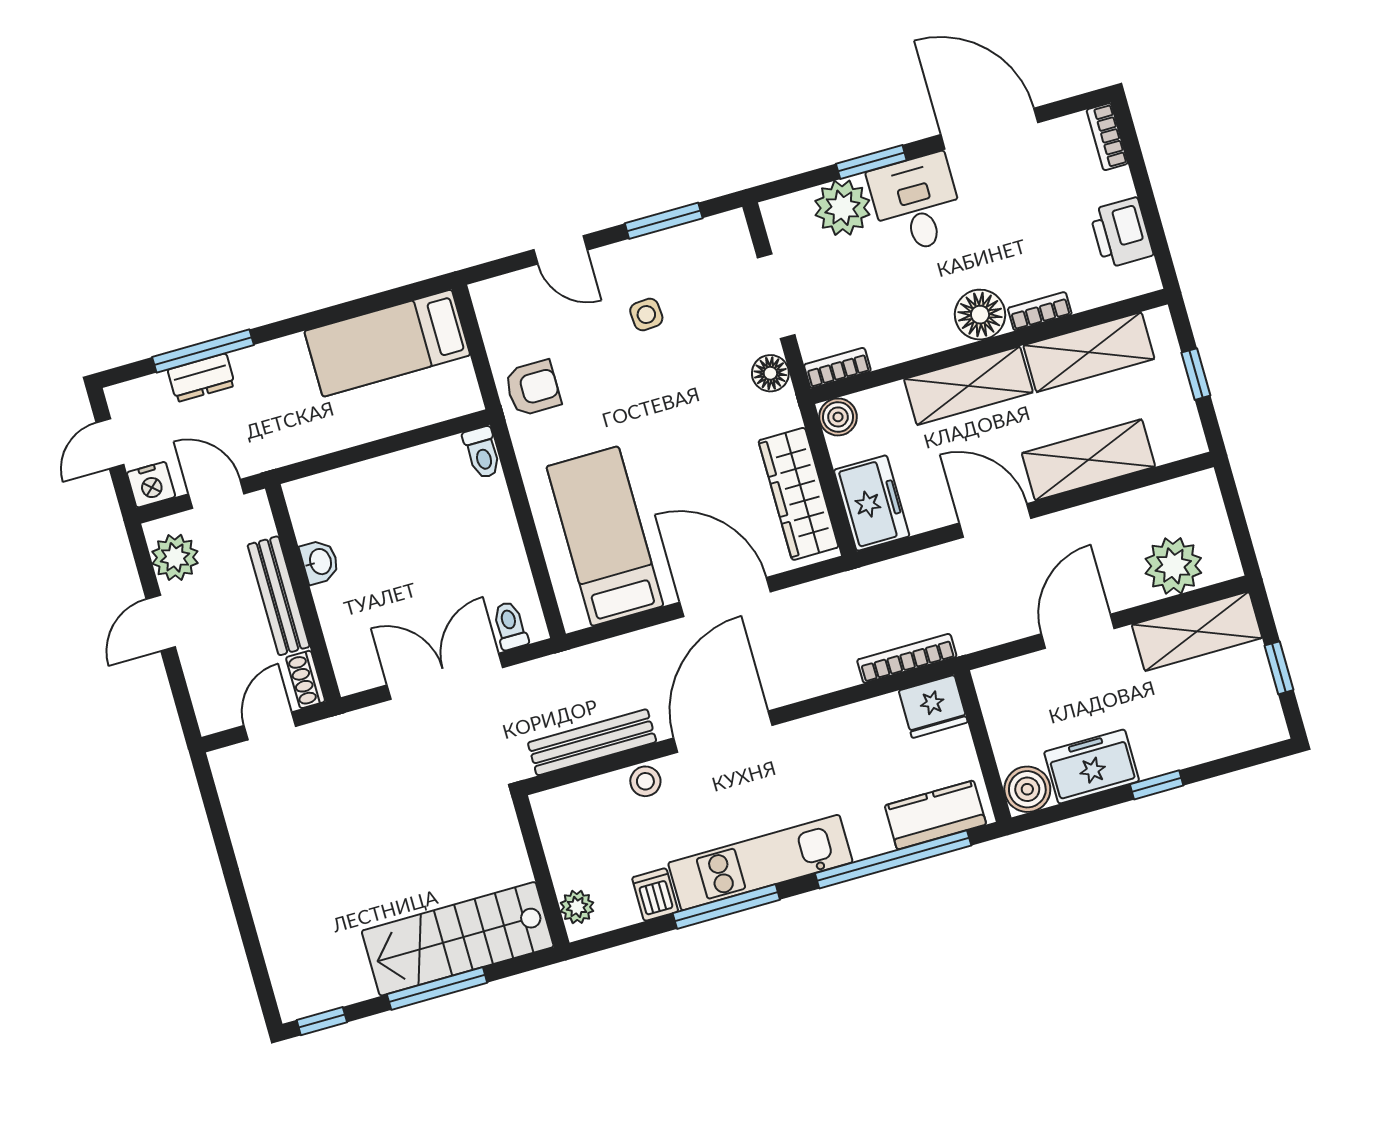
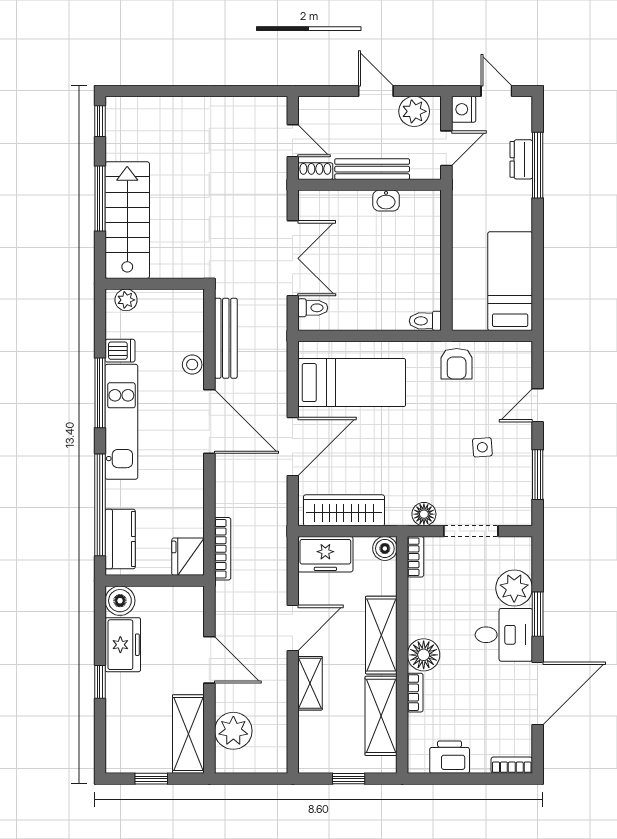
shelving: (1088, 460) -> (310, 683), width x0.67, depth x0.75

